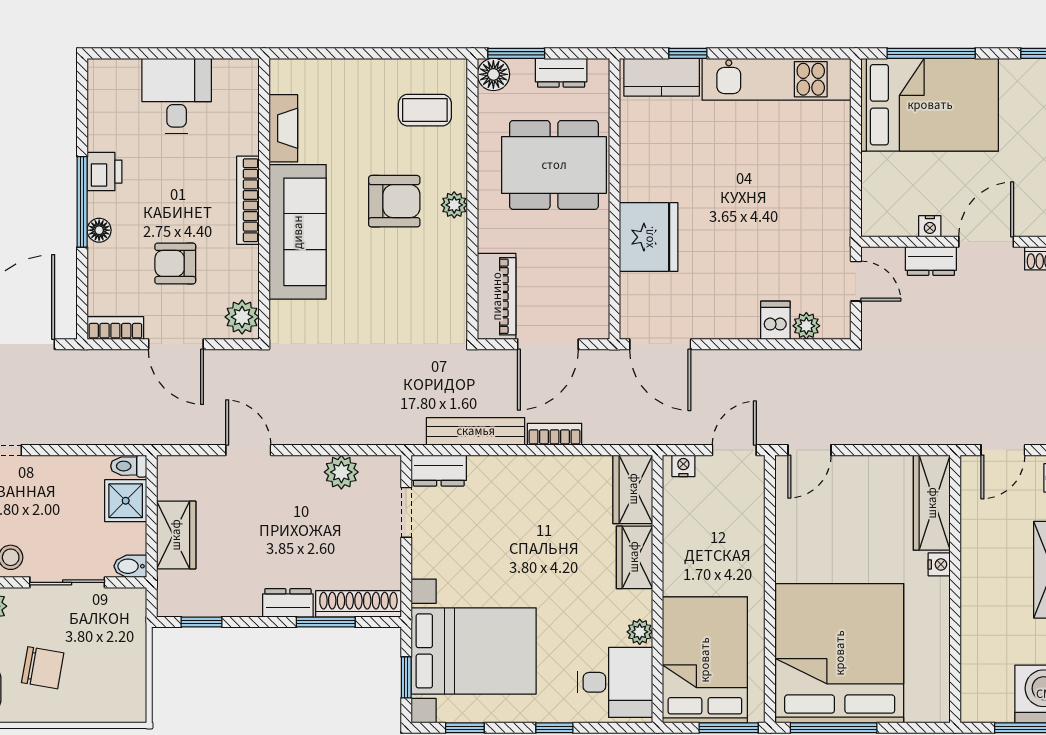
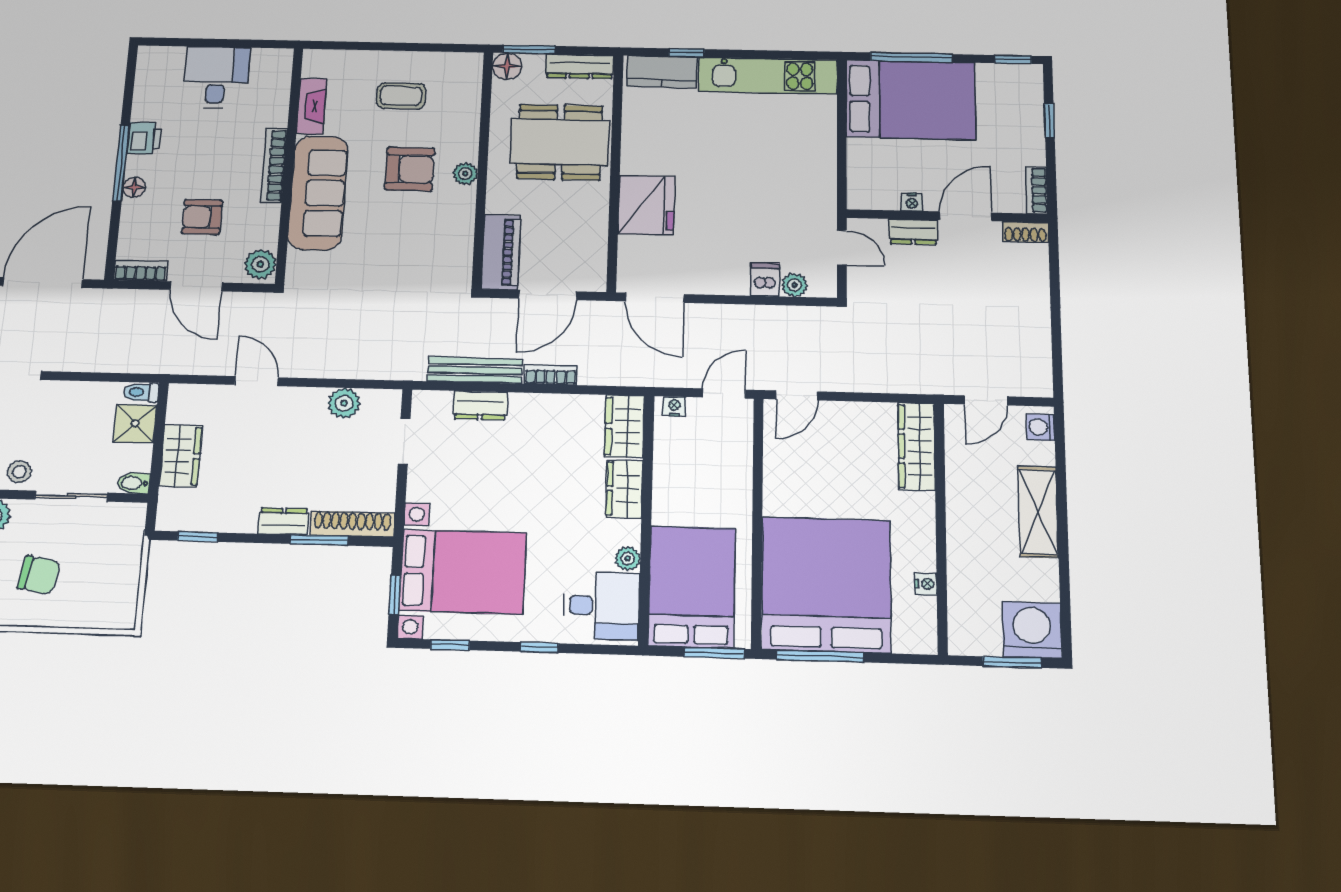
dresser: (561, 73) -> (580, 66), width x1.44
coffee table: (425, 110) -> (401, 96), moved
dresser: (439, 471) -> (480, 405), moved
nightstand: (939, 564) -> (926, 584), moved

